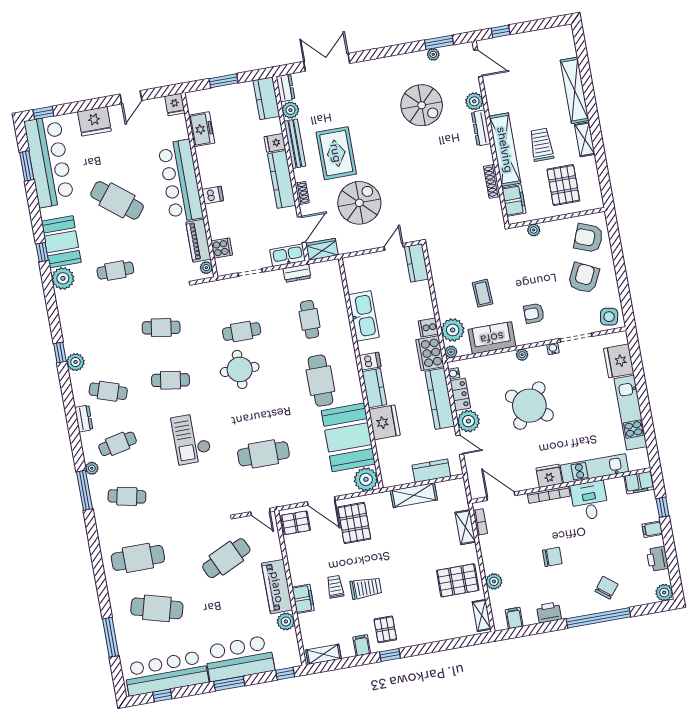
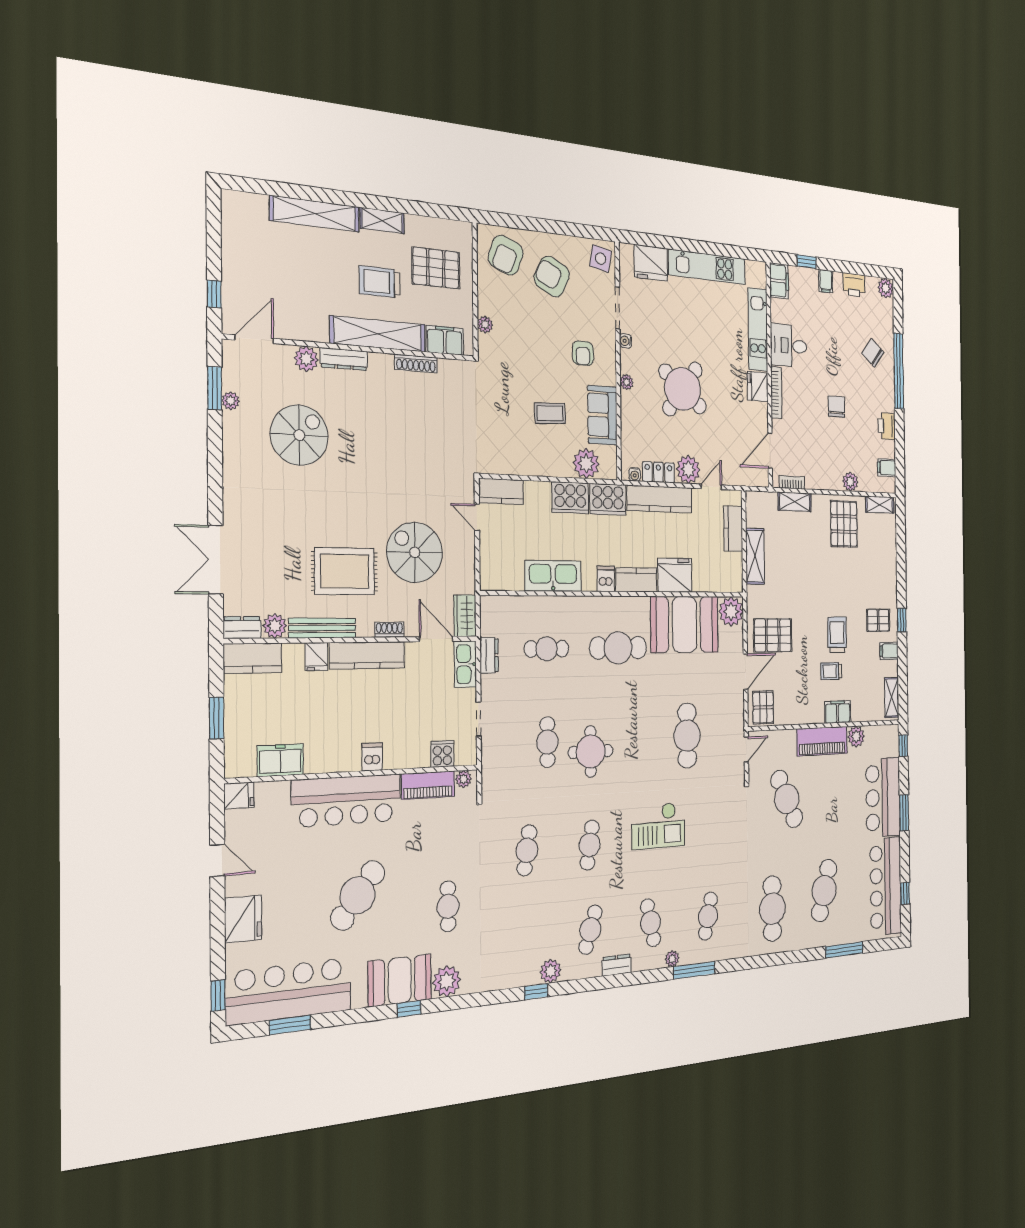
cooker: (428, 327) -> (570, 498), width x1.87, depth x1.31
plant: (451, 352) -> (611, 472), removed

